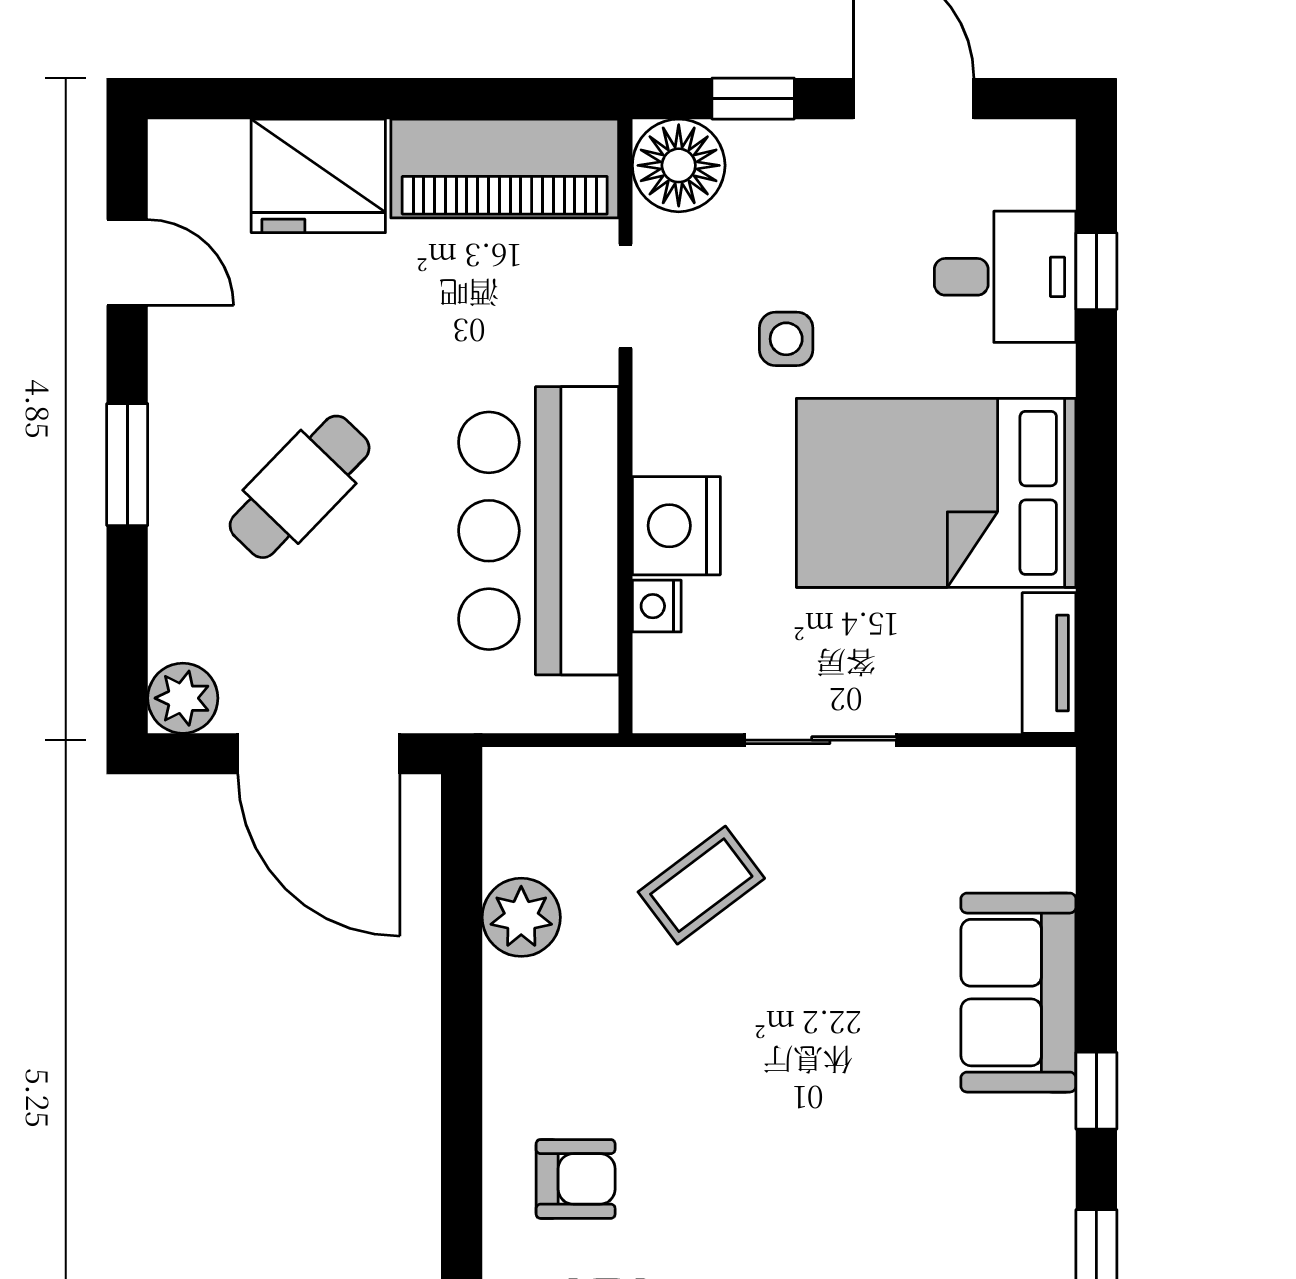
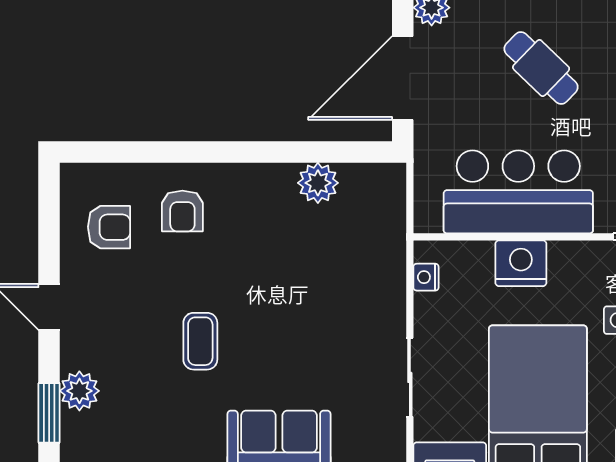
nightstand: (657, 606) -> (426, 277), moved, turned -90
sliding door: (821, 740) -> (410, 377), moved
coffee table: (701, 885) -> (200, 341), moved, turned 37

